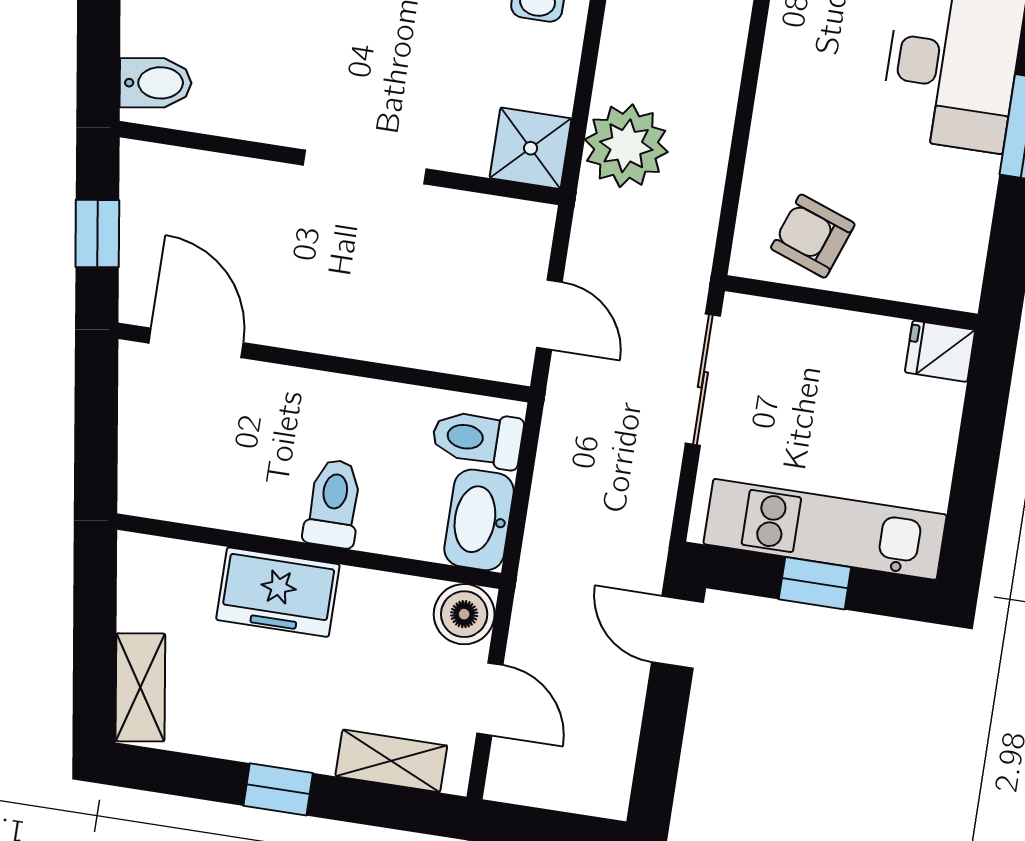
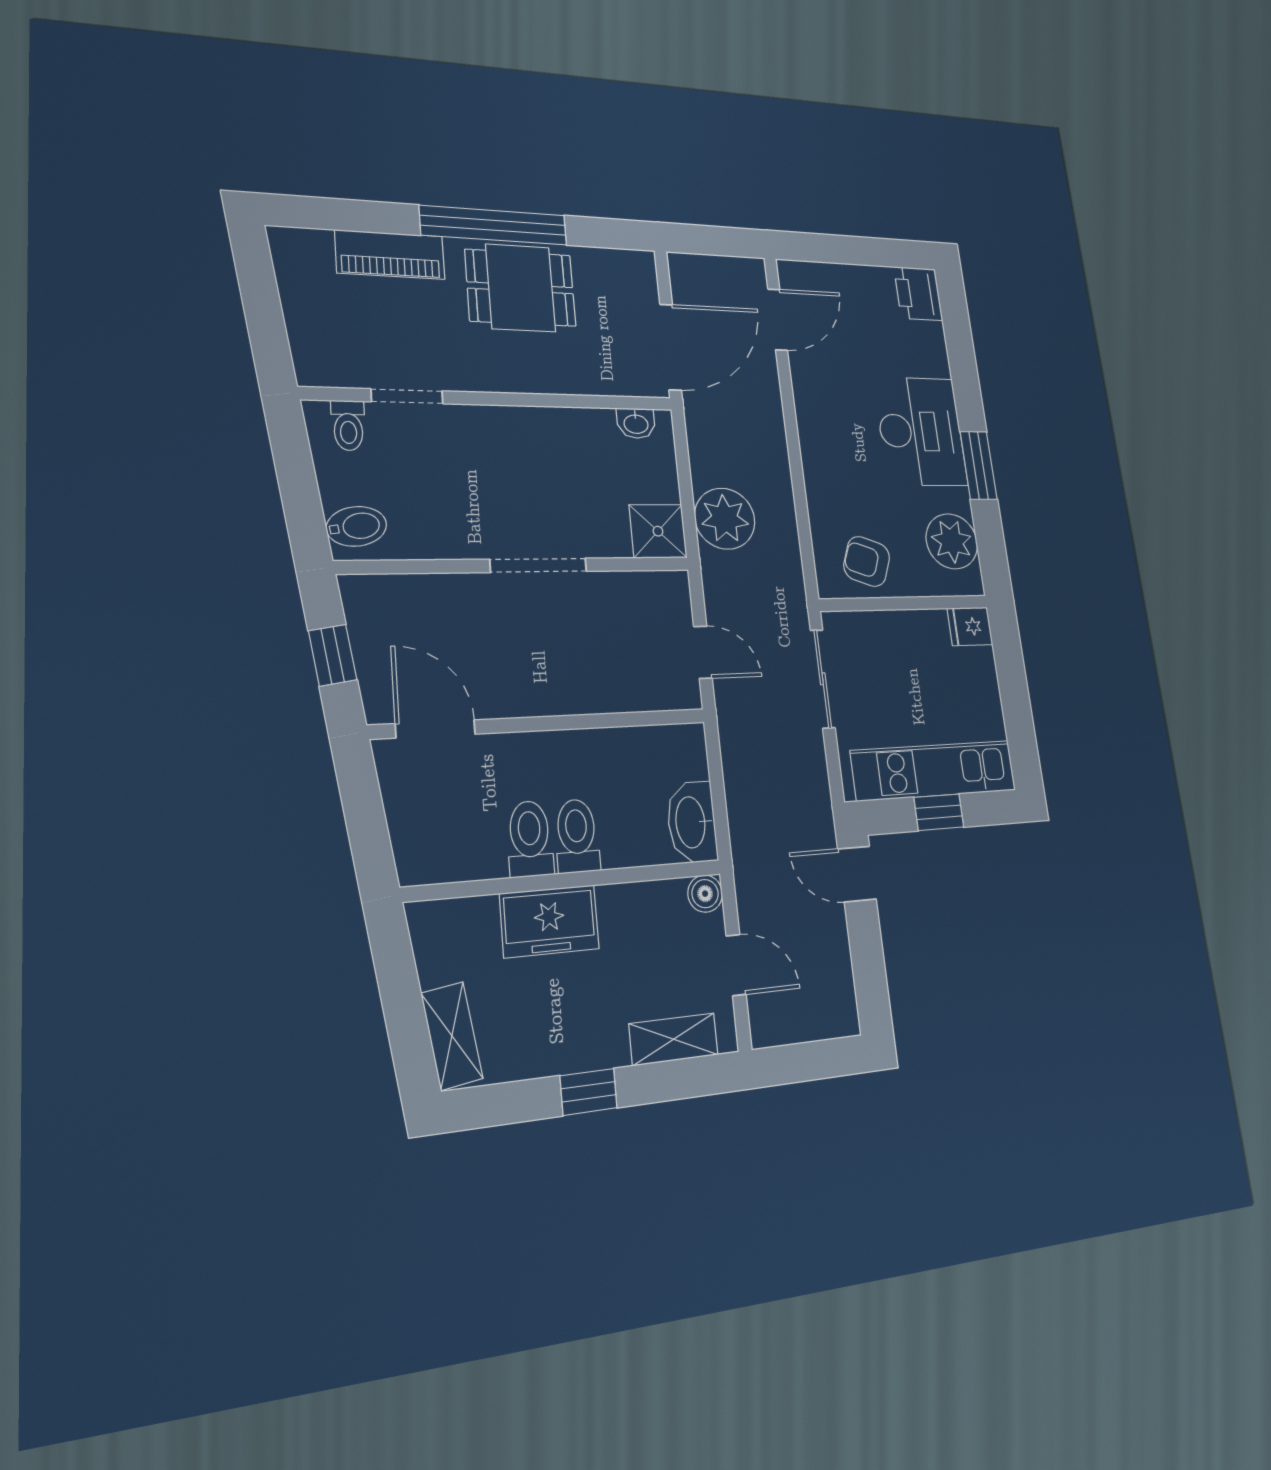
plant: (951, 229) -> (952, 541), added
toilet: (477, 439) -> (530, 839), moved, turned 90
boiler: (464, 614) -> (705, 894), width x0.73, depth x0.73

